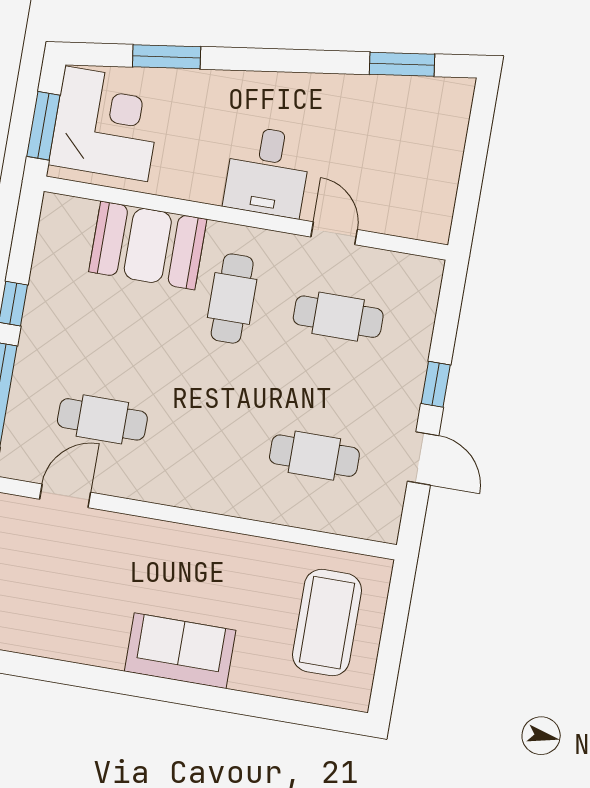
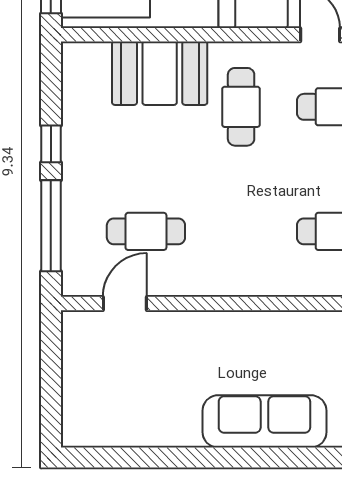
sofa: (180, 651) -> (264, 421), width x1.36

